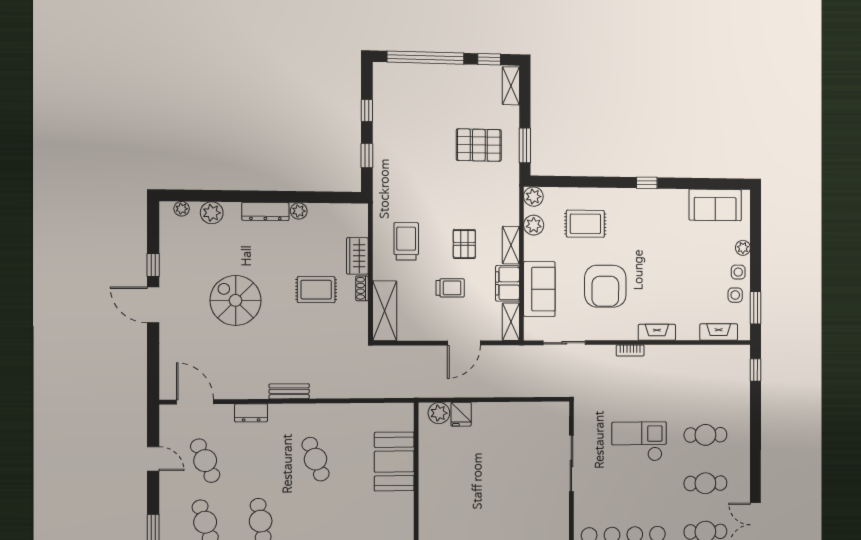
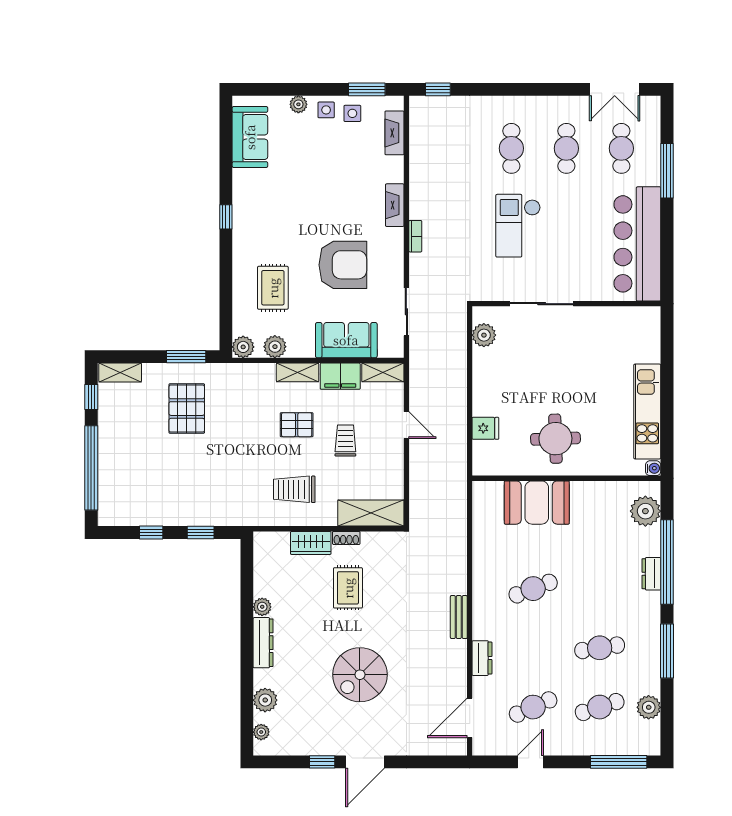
door: (464, 343) -> (406, 425), width x0.73
plant: (439, 413) -> (484, 335), moved
round table: (452, 478) -> (555, 439), added

